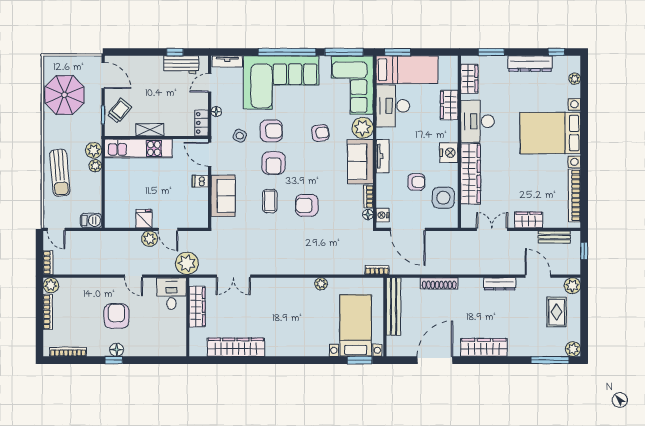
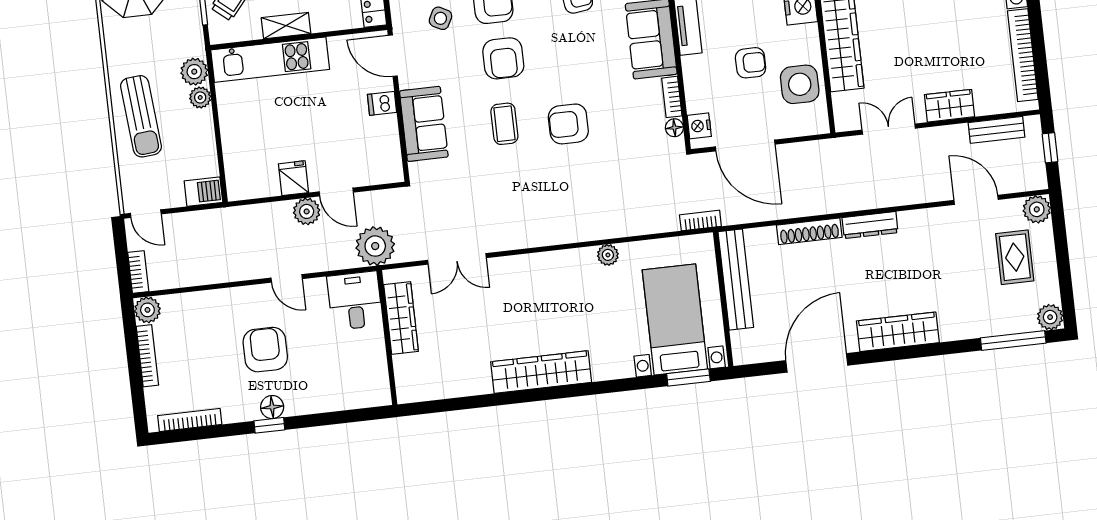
dresser: (500, 284) -> (870, 225), moved
wardrobe: (236, 347) -> (541, 372), moved

